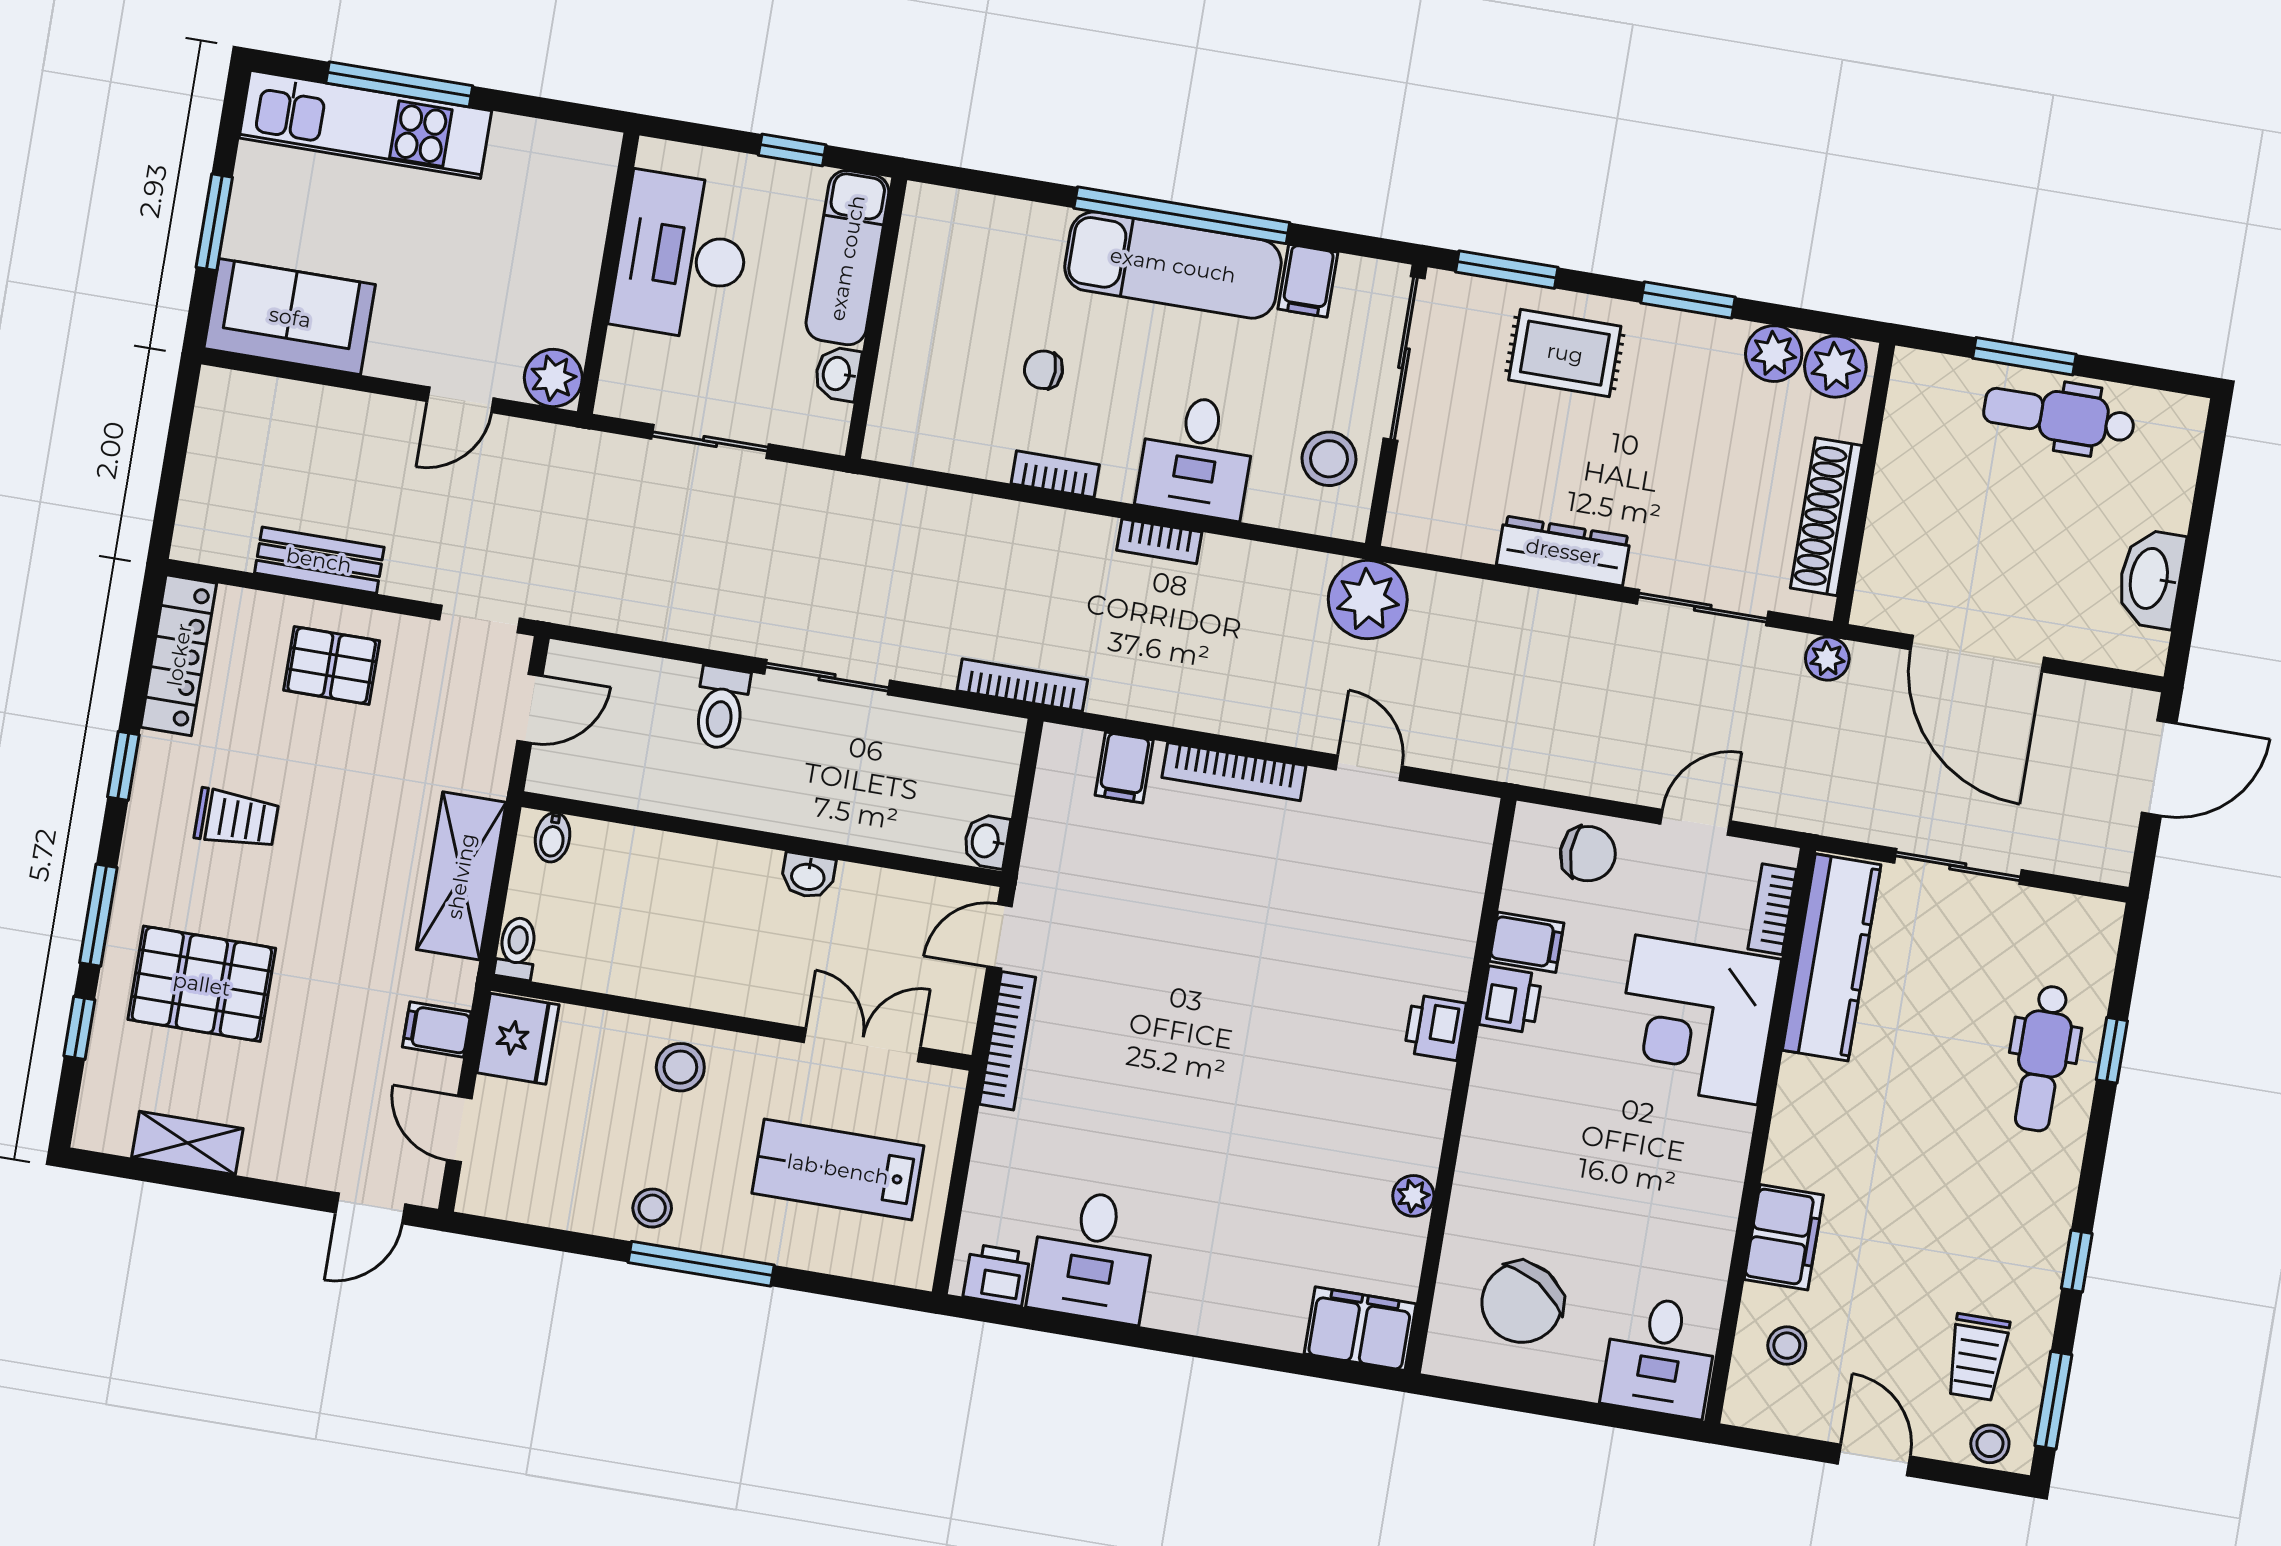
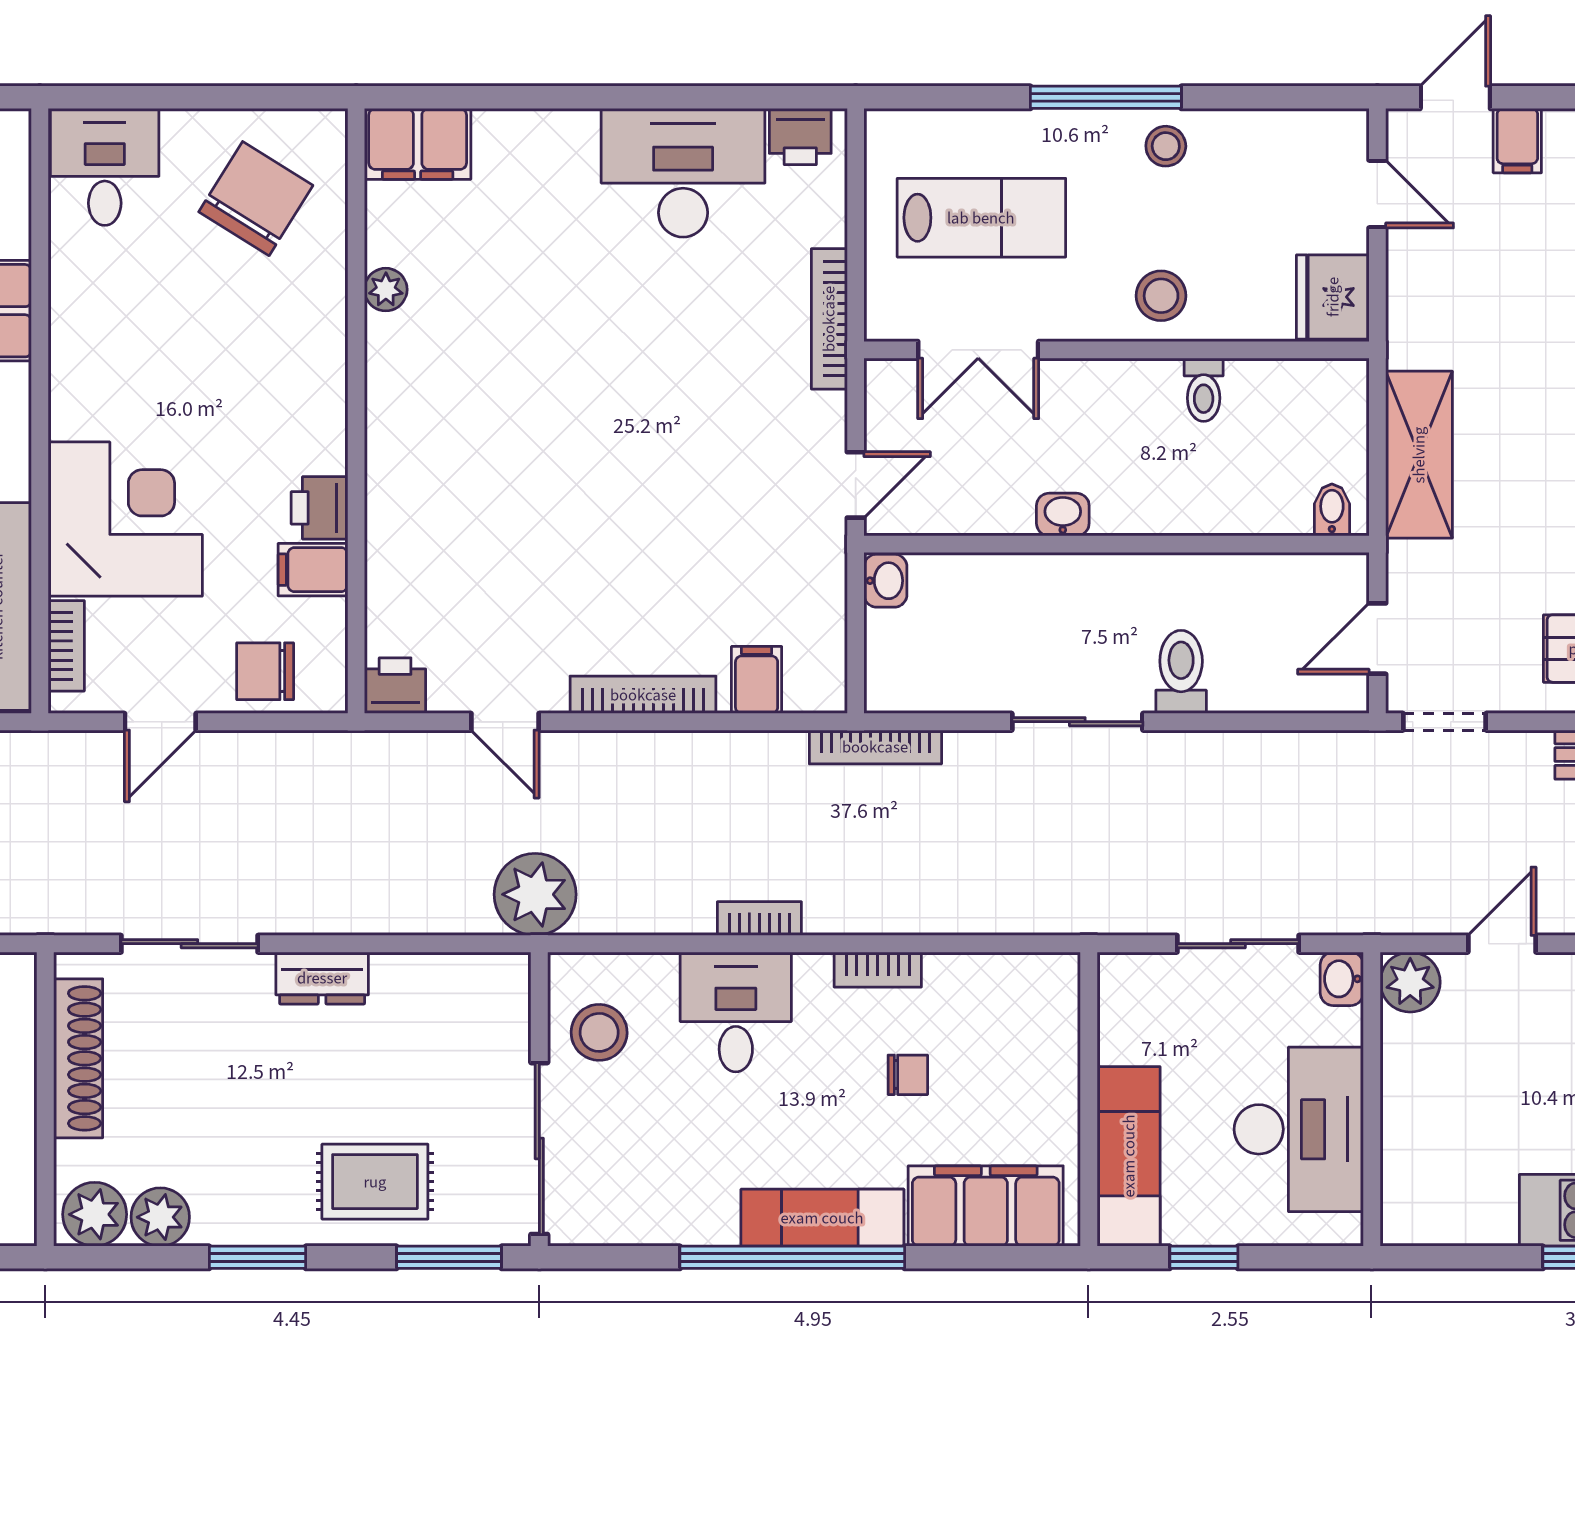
exam couch: (1173, 265) -> (822, 1218), width x0.73, depth x0.69
filing cabinet: (1308, 281) -> (986, 1206), moved, width x3.00, depth x1.17
washbasin: (838, 374) -> (1342, 979), moved, turned 180
dresser: (1563, 551) -> (322, 978), width x0.70
plant: (1827, 659) -> (53, 913), removed
toilet: (517, 948) -> (1204, 390), moved
printer: (1435, 1028) -> (395, 686), moved, turned -90
filing cabinet: (437, 1029) -> (1517, 141), moved, turned 90
bookcase: (1008, 1041) -> (829, 319), moved
desk: (1092, 1256) -> (683, 173), width x1.37

